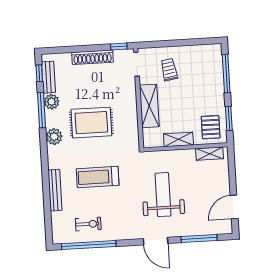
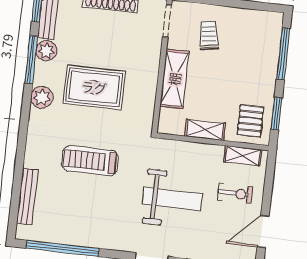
bench: (55, 190) -> (27, 197), moved
weight bench: (163, 195) -> (172, 199), turned 90
exercise bike: (88, 224) -> (235, 193), moved

